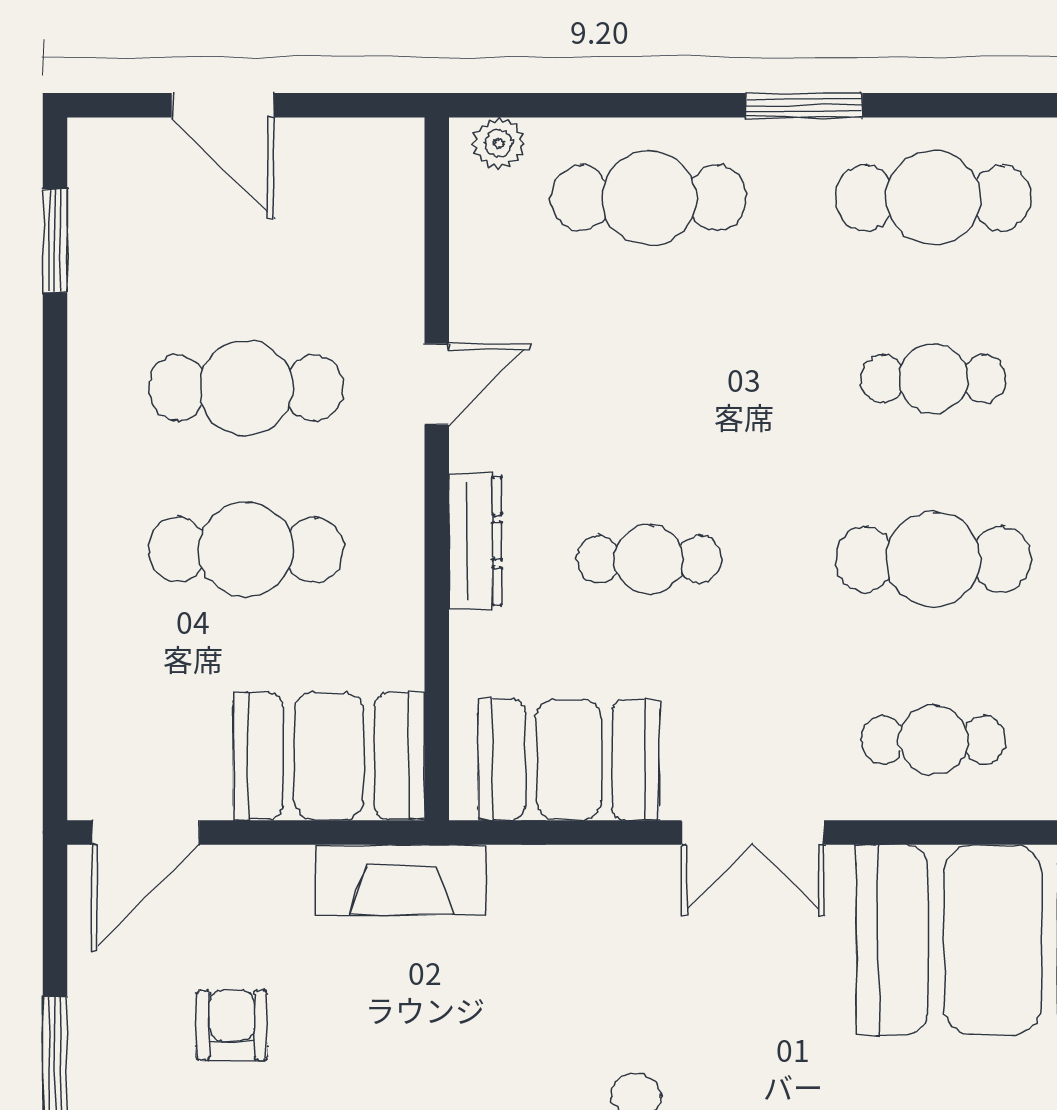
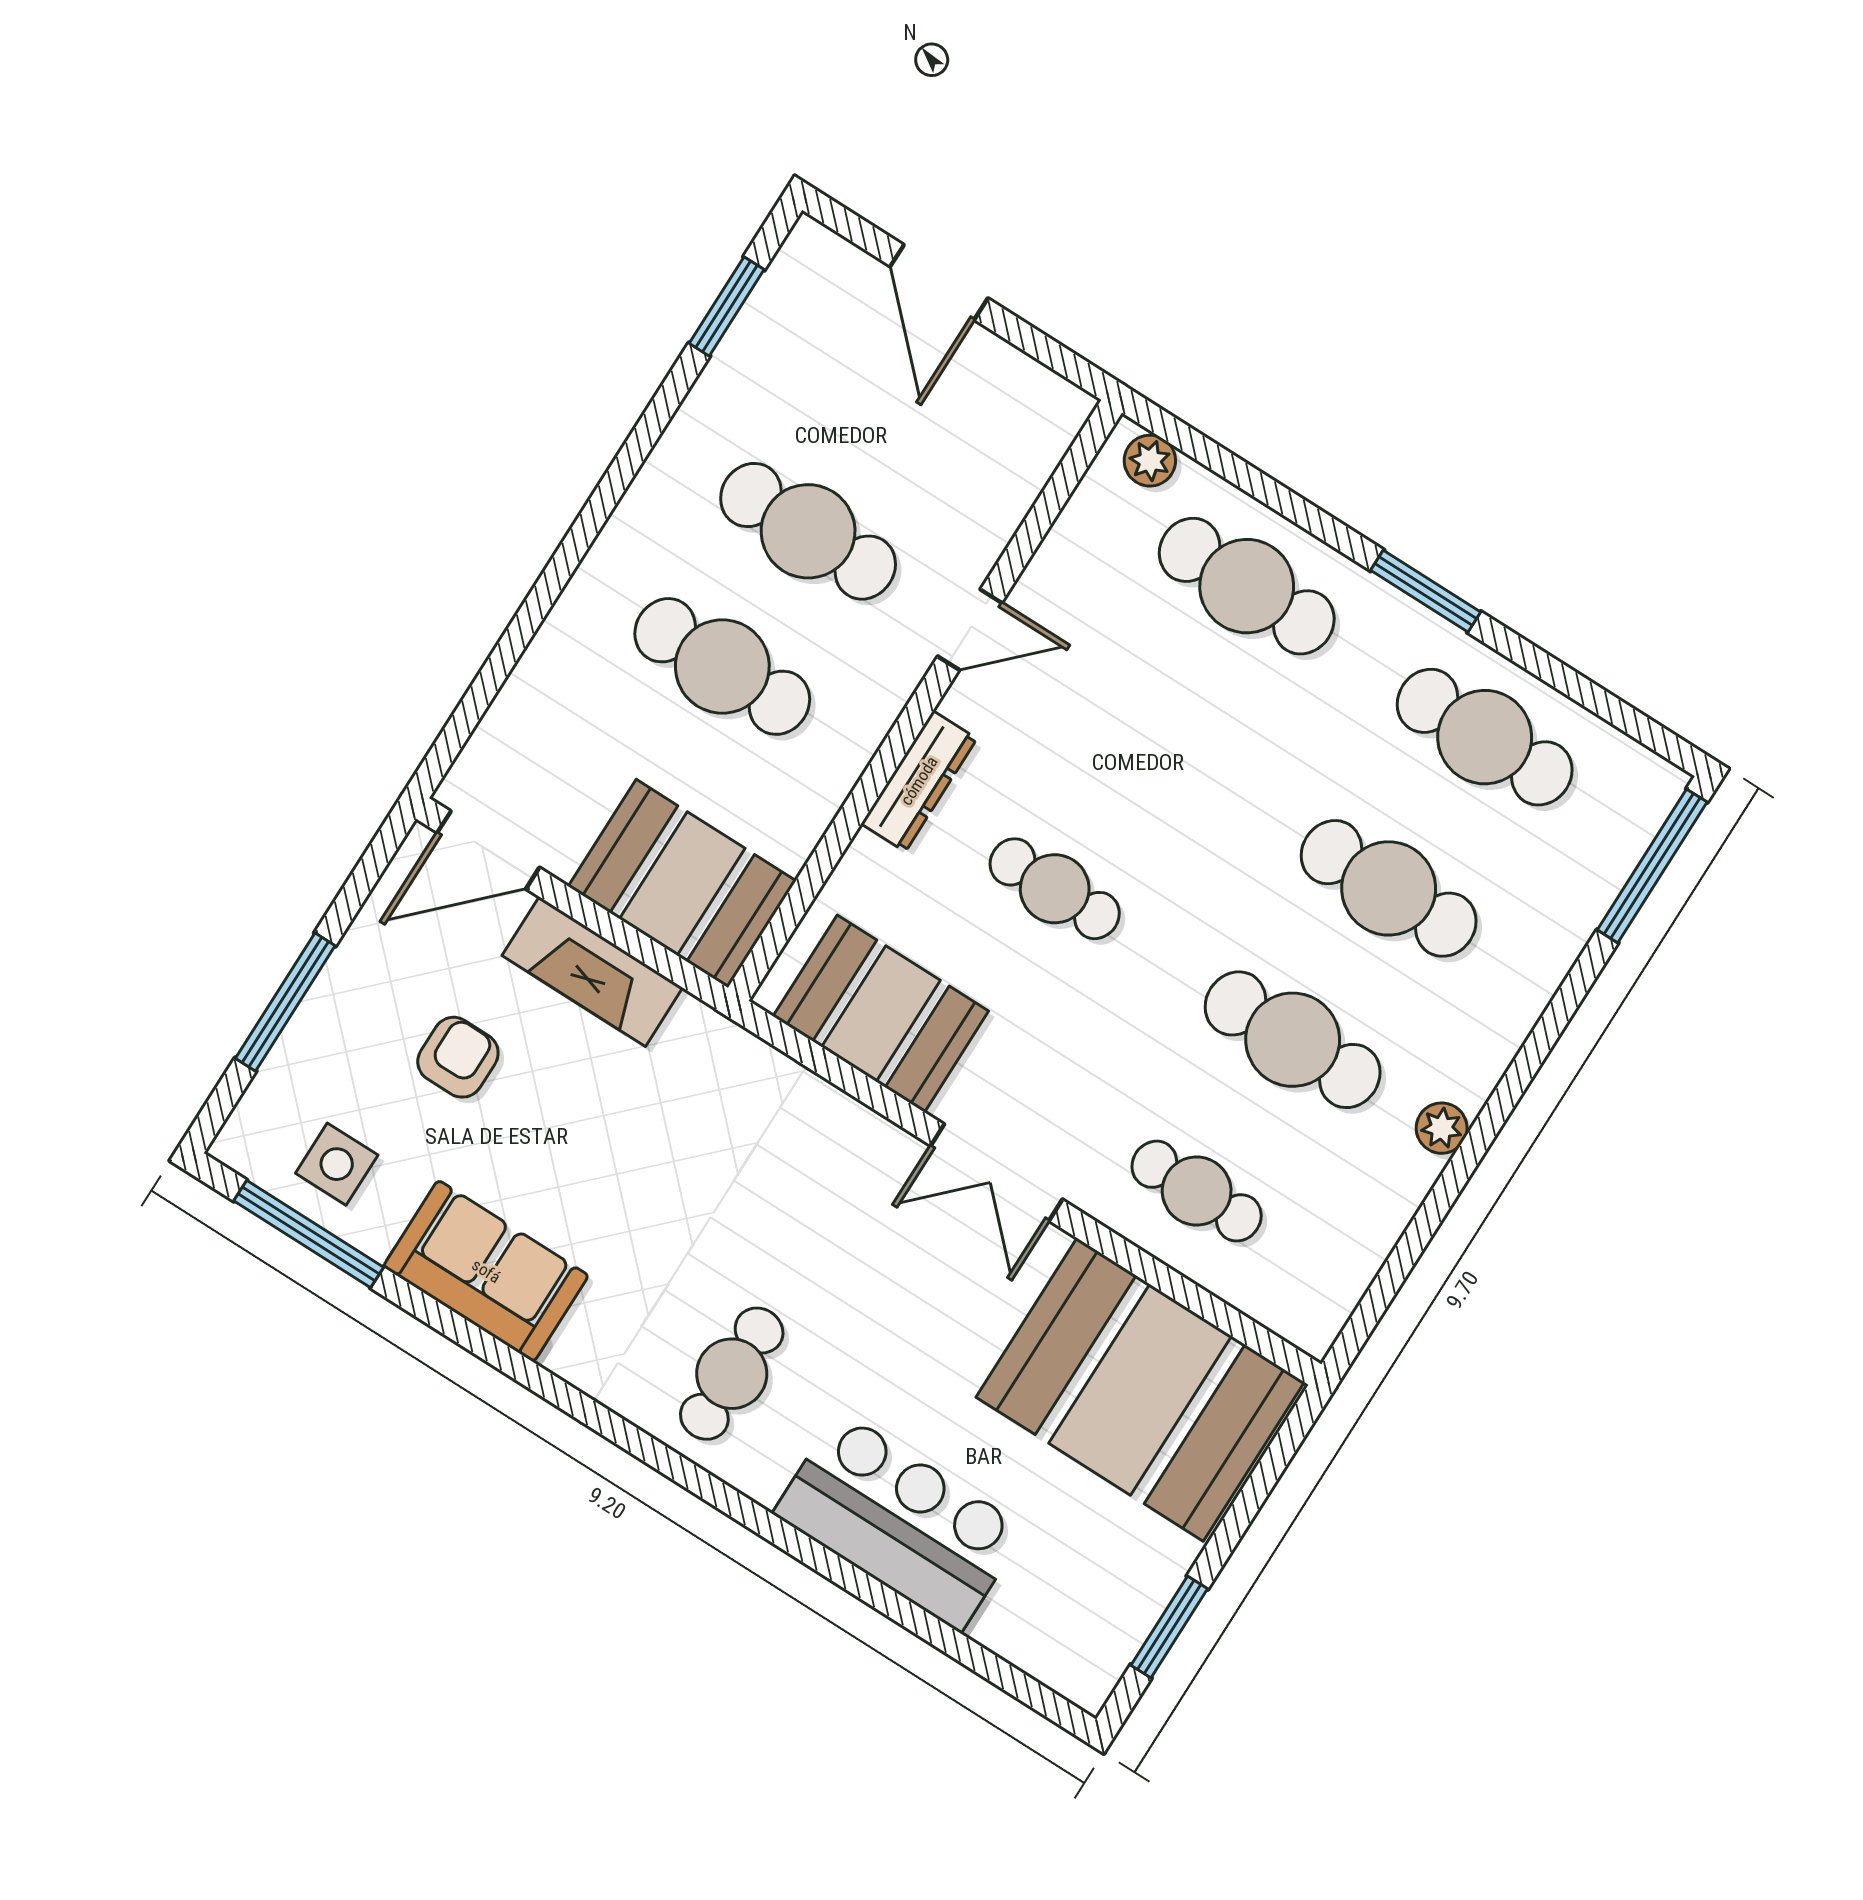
cafe table: (933, 378) -> (1389, 888), width x1.37, depth x1.35
fireplace: (401, 880) -> (592, 972), moved

